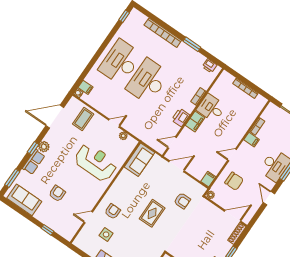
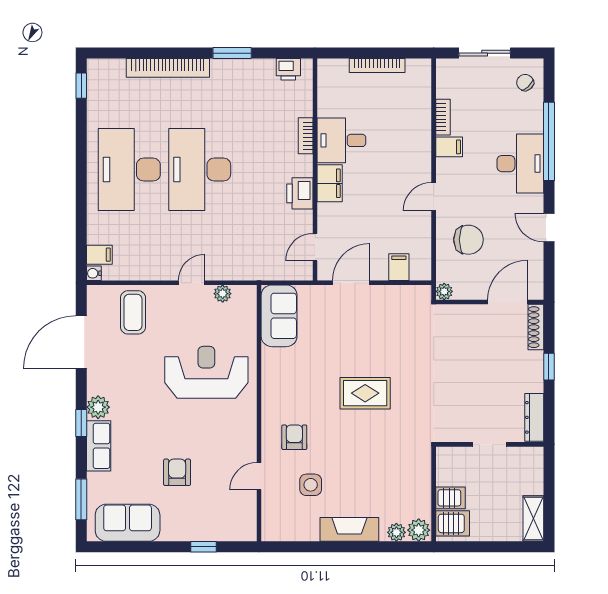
filing cabinet: (208, 179) -> (399, 267), moved
armchair: (182, 201) -> (402, 336), removed
rug: (152, 213) -> (365, 393), turned 90

